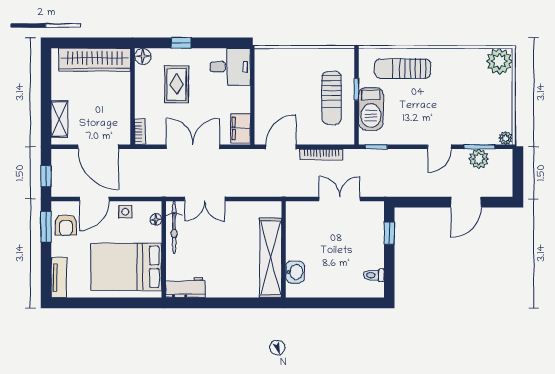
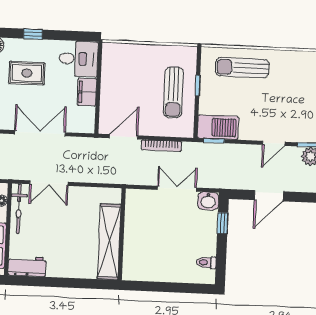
rug: (177, 84) -> (27, 73), turned 90
barbecue: (371, 109) -> (218, 127), moved, turned -90
filing cabinet: (241, 128) -> (87, 92), moved
door: (466, 202) -> (269, 196), moved
washbasin: (295, 272) -> (208, 201), moved, turned 90

